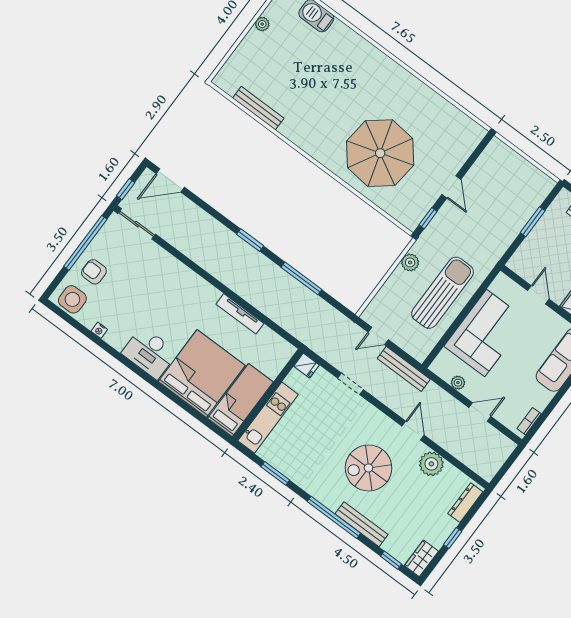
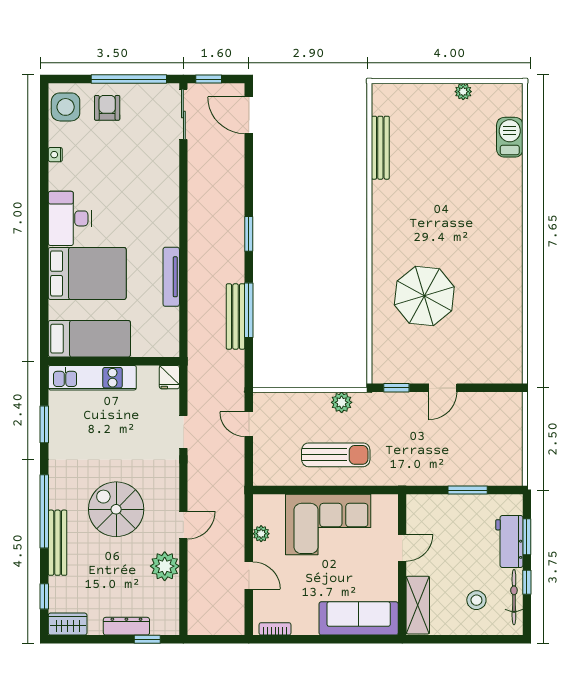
parasol: (380, 153) -> (424, 296), width x0.73, depth x0.73
sun lounger: (443, 293) -> (336, 455), width x0.73, depth x0.75
bench: (404, 369) -> (236, 317), moved
bed: (202, 373) -> (87, 273), width x0.73
dresser: (465, 503) -> (126, 626), moved
window: (453, 538) -> (147, 639), moved

